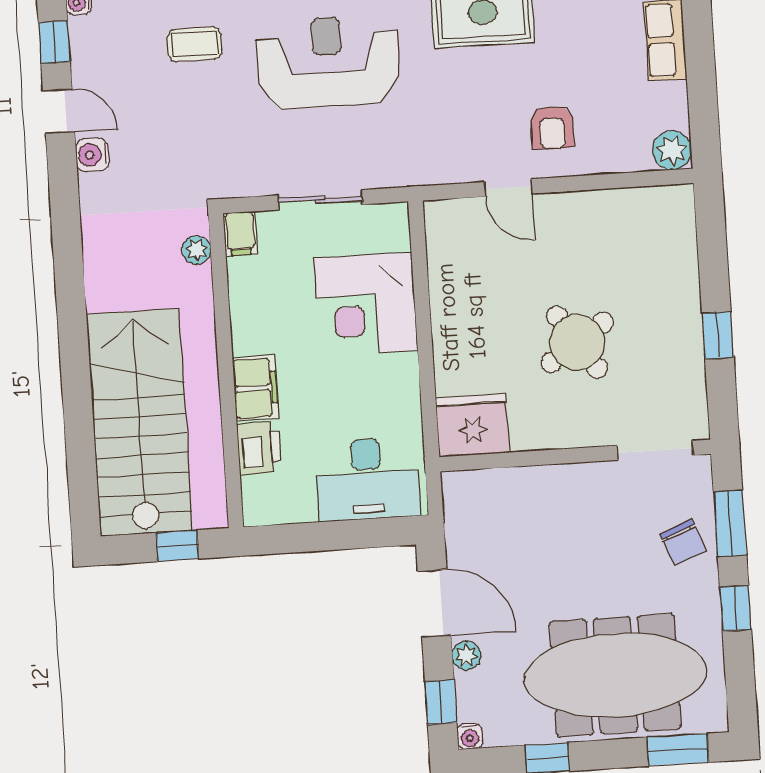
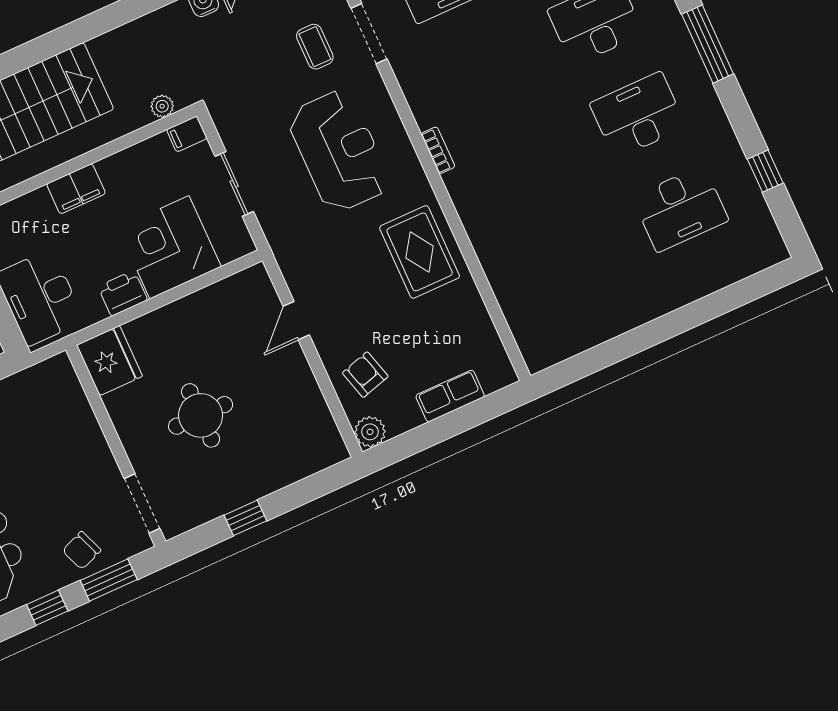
armchair: (552, 128) -> (365, 375), moved, turned 74
round table: (577, 342) -> (201, 415), turned 34
printer: (259, 448) -> (123, 293), moved, turned 180

